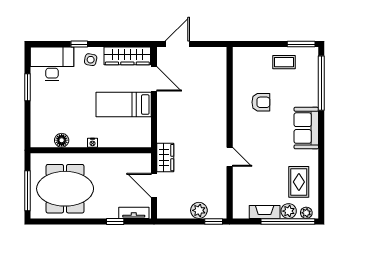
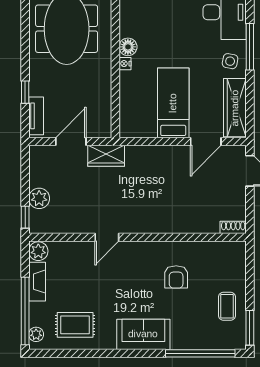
window: (79, 44) -> (250, 47), width x2.17
shoe rack: (222, 57) -> (233, 227), added
floor lamp: (62, 140) -> (128, 47), moved
plant: (289, 211) -> (38, 251), moved

